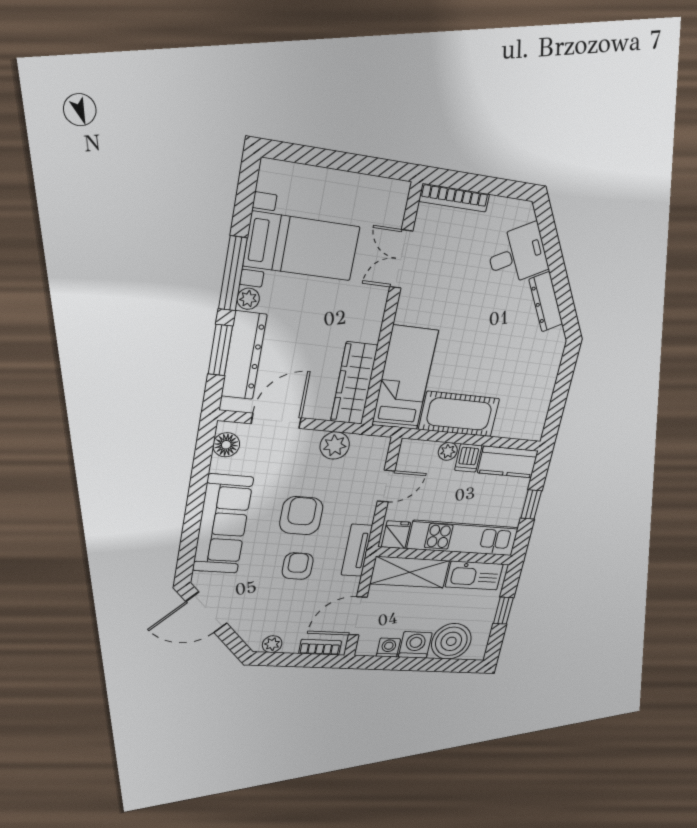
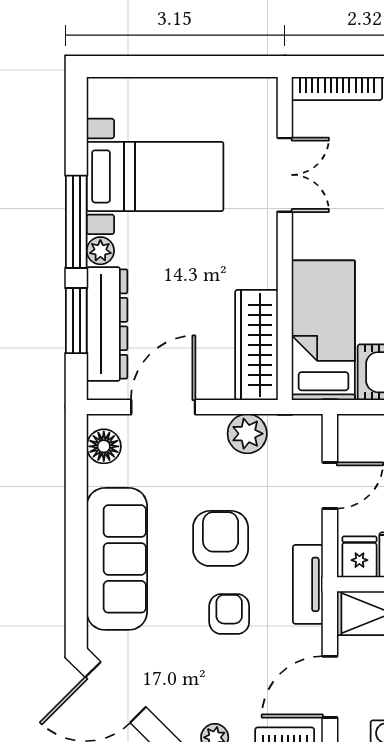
double door: (401, 259) -> (285, 175), swing flipped

